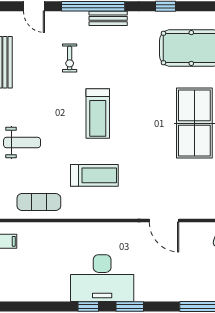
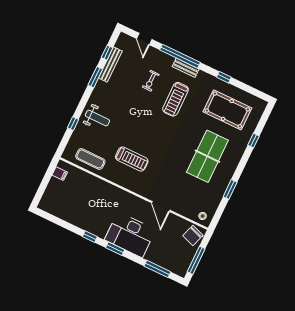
treadmill: (98, 113) -> (175, 99), moved
desk: (102, 278) -> (130, 235), moved

